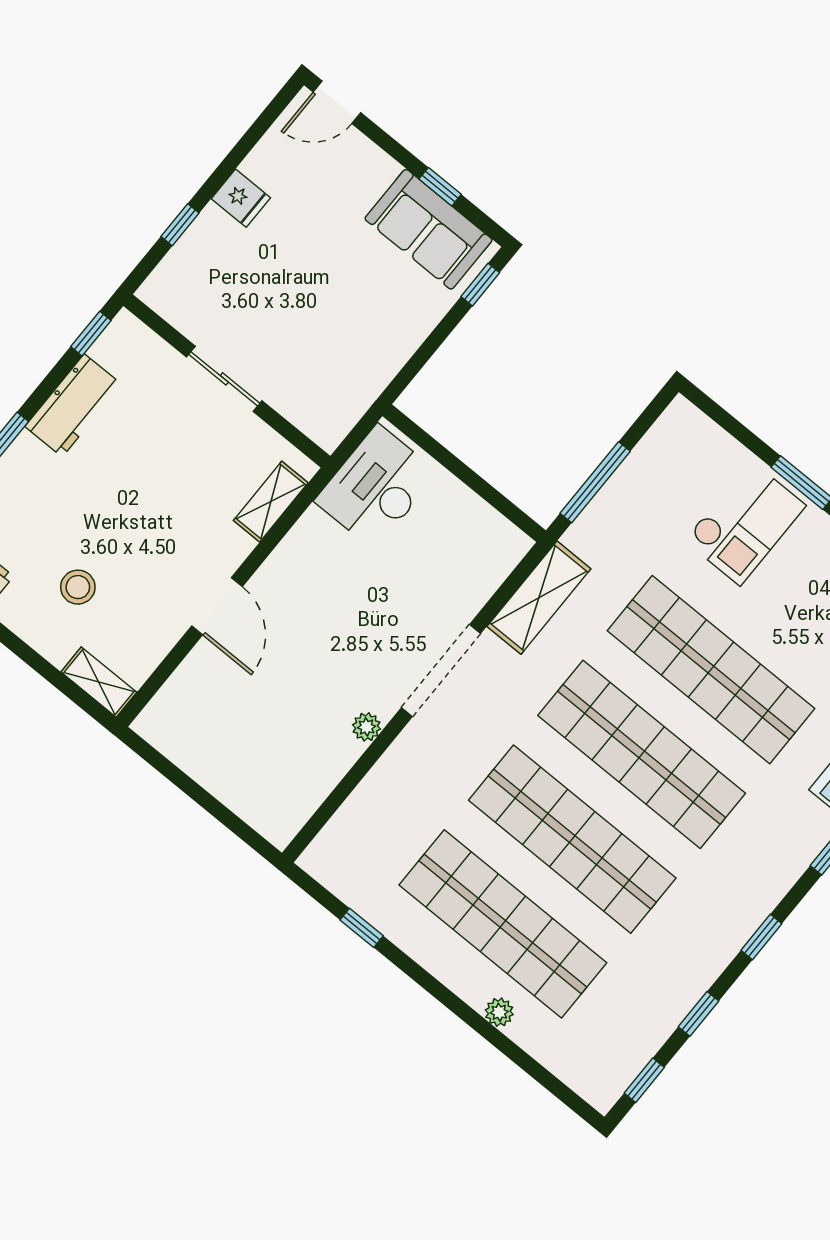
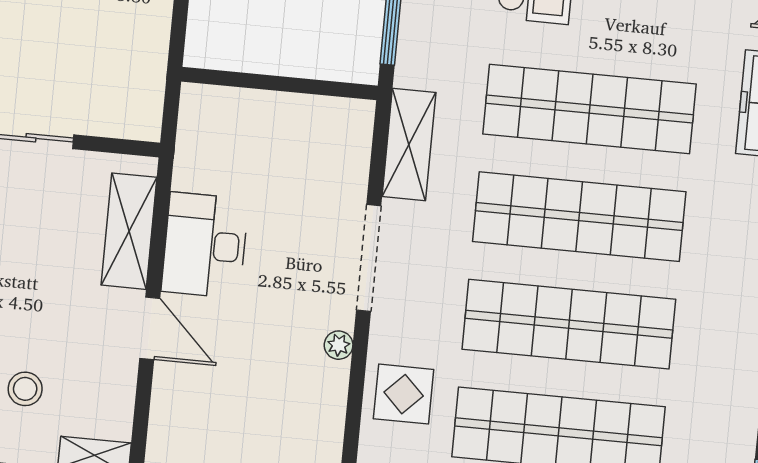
desk: (376, 487) -> (205, 245), moved
shelving: (271, 502) -> (129, 231), width x1.50, depth x1.33
display table: (394, 805) -> (404, 394), added

